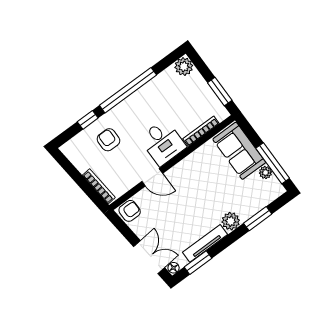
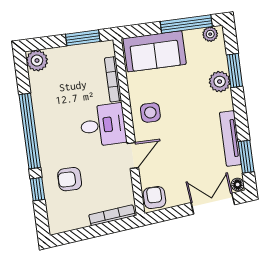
side table: (192, 173) -> (150, 113), added
plant: (265, 173) -> (210, 34), moved
plant: (231, 221) -> (220, 82), moved

